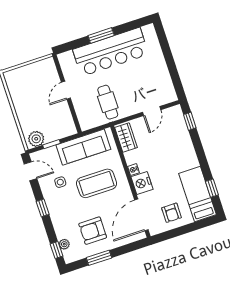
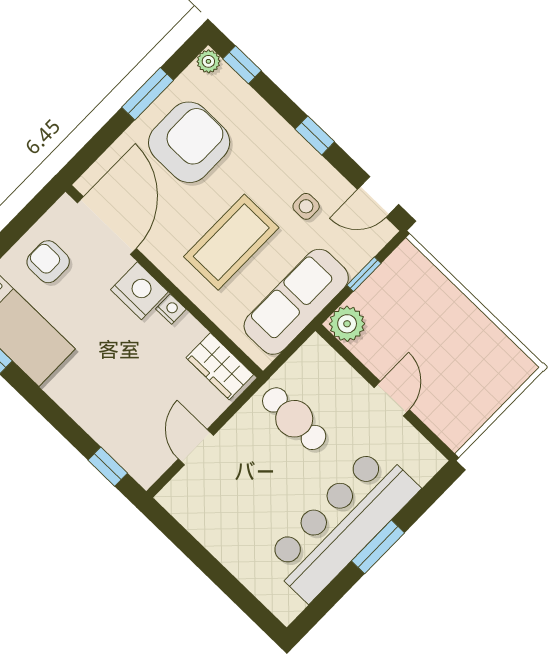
plant: (36, 139) -> (347, 324), moved
armchair: (93, 231) -> (189, 142), width x1.36, depth x1.36
plant: (64, 244) -> (208, 61), moved

